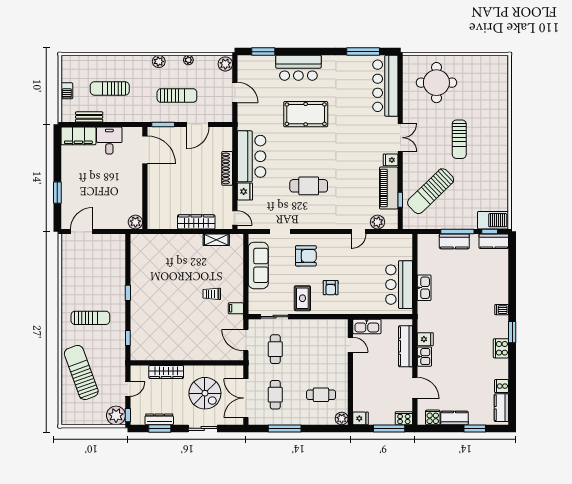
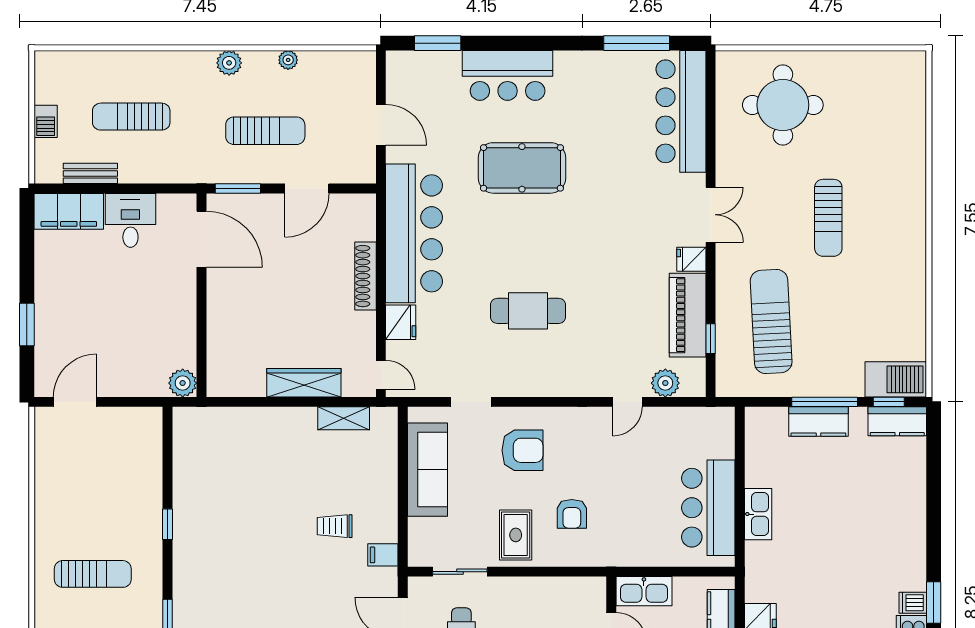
plant: (225, 64) -> (362, 68), removed
bar counter: (252, 156) -> (414, 233), width x1.36
sun lounger: (431, 191) -> (771, 321), turned 131
dishwasher: (502, 310) -> (913, 603), moved

